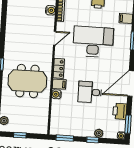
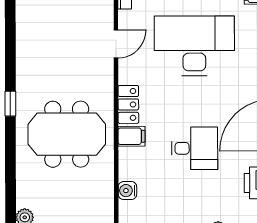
desk: (90, 92) -> (195, 148), turned 180
water cooler: (56, 94) -> (127, 191), moved

